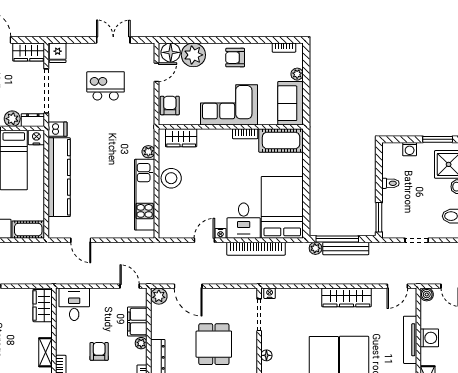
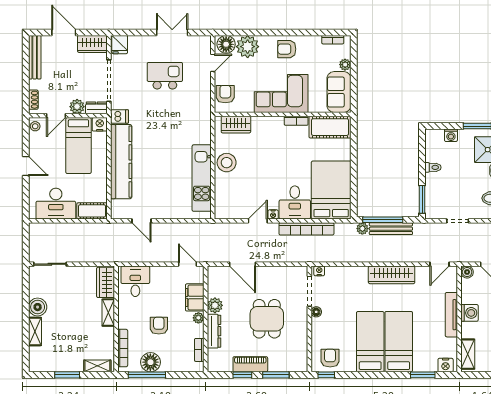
plant: (148, 152) -> (205, 138), removed
plant: (159, 296) -> (215, 305), moved
shelving: (45, 352) -> (108, 313), moved
floor lamp: (266, 355) -> (316, 312), moved

